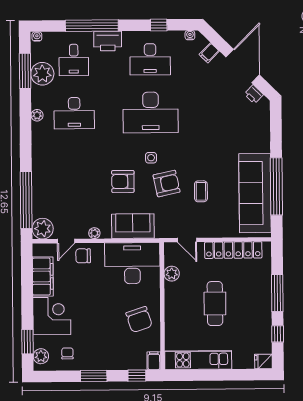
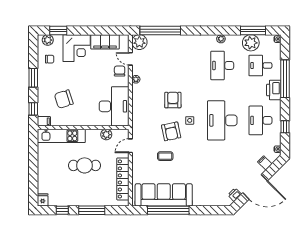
sofa: (133, 226) -> (141, 107), removed
chair: (139, 319) -> (64, 99), moved
kitchen unit: (198, 360) -> (61, 136), moved, turned 90

